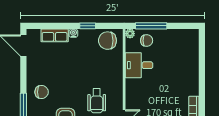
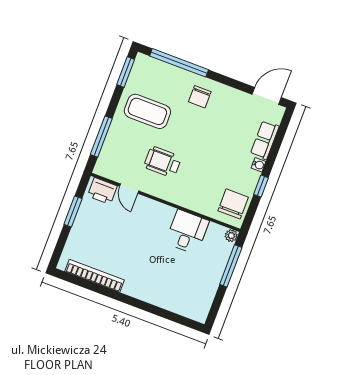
chair: (147, 41) -> (215, 253), removed

